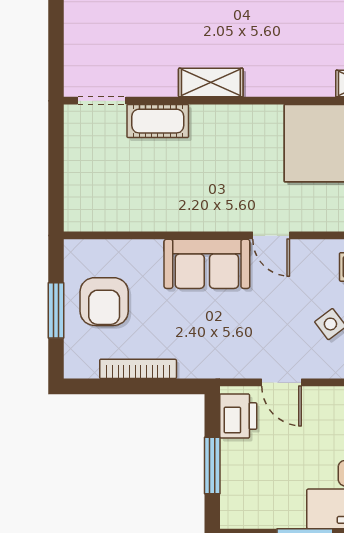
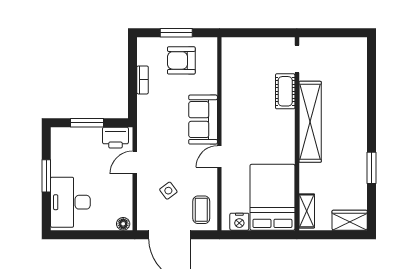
shelving: (211, 83) -> (310, 122), width x2.20, depth x1.33
bookcase: (138, 369) -> (143, 80), width x0.64

